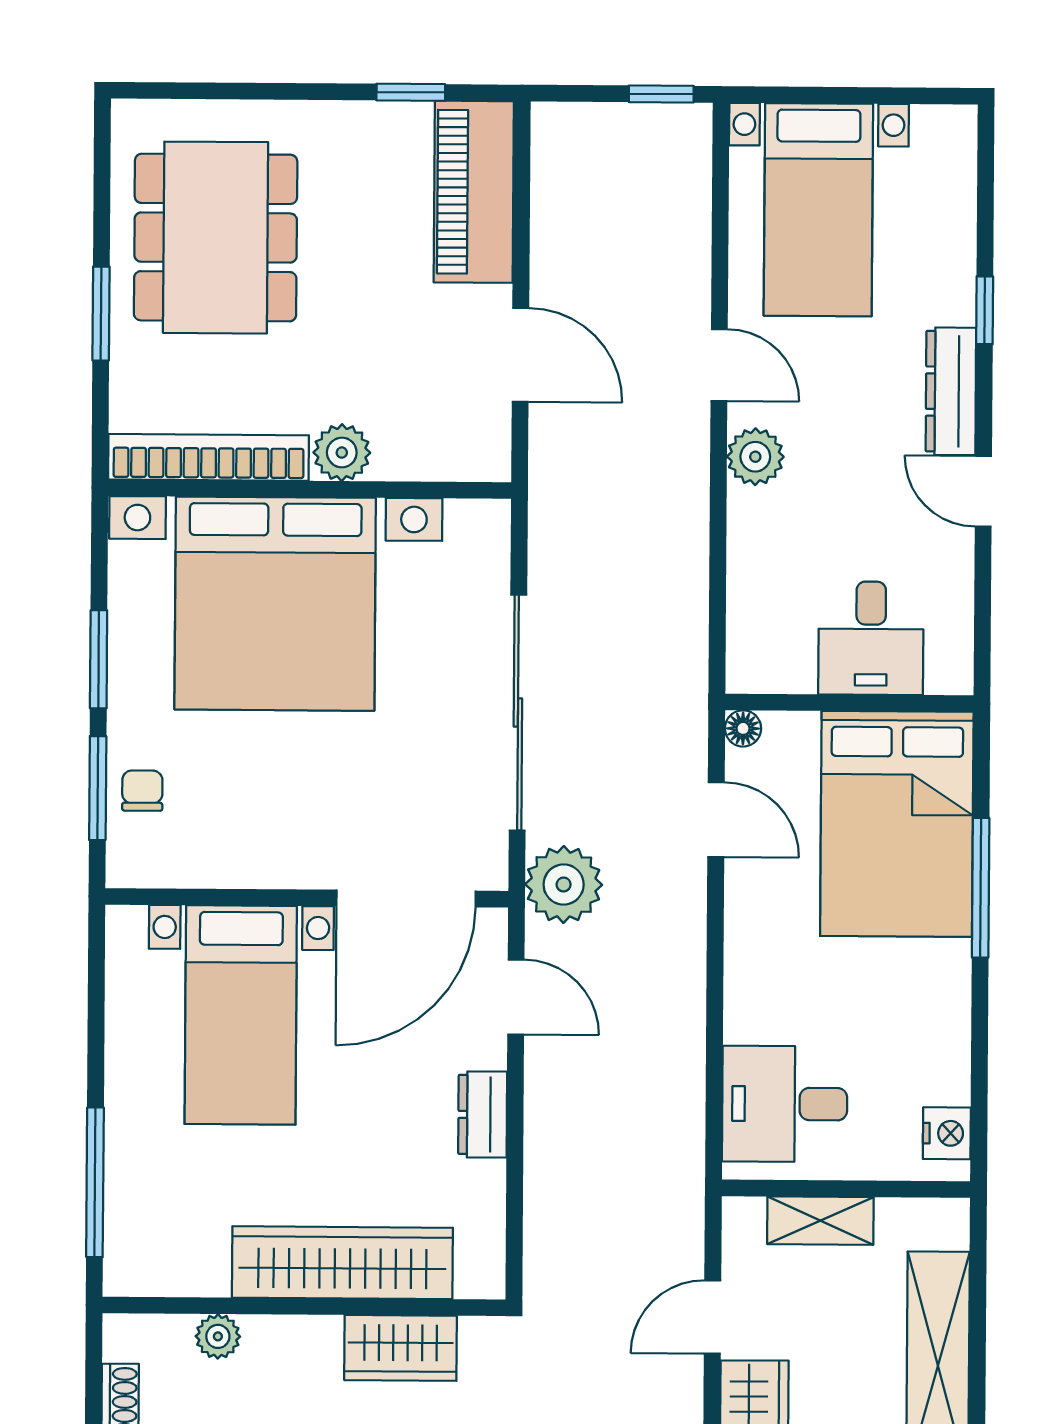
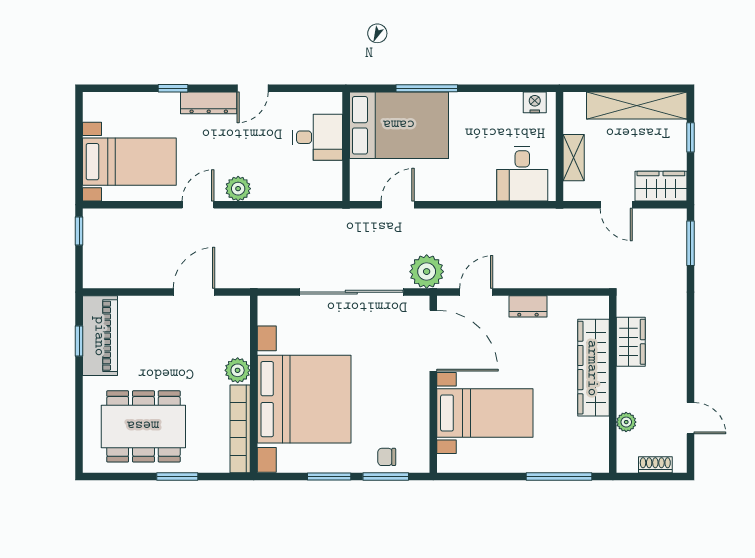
piano: (474, 192) -> (100, 336), moved, turned -90
floor lamp: (743, 728) -> (358, 193), removed

